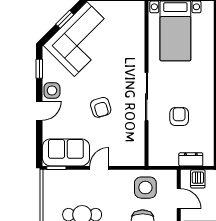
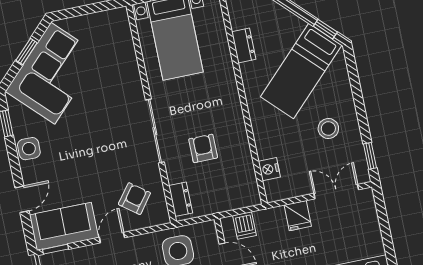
armchair: (101, 107) -> (134, 199), moved, turned -126
door: (39, 111) -> (22, 199), moved
dresser: (191, 159) -> (181, 199), moved, turned 90

